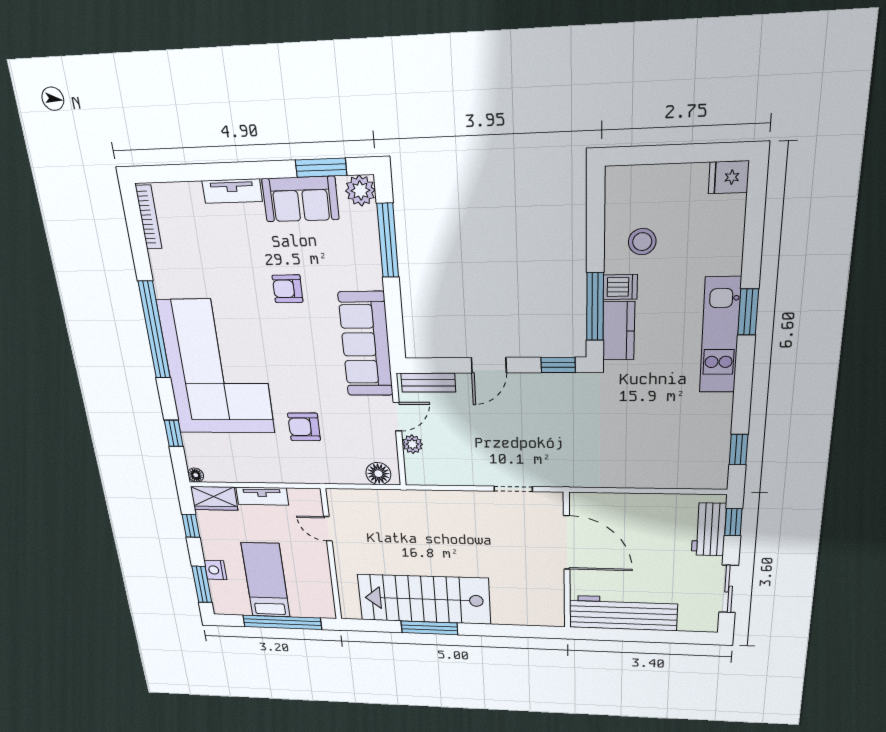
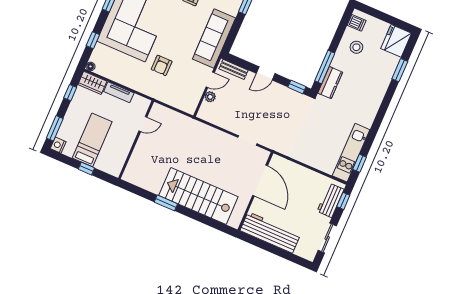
fridge: (729, 177) -> (396, 41), width x1.88, depth x1.34
dishwasher: (620, 287) -> (357, 23), moved
window: (748, 312) -> (400, 70), moved
kitchen unit: (720, 336) -> (351, 153), moved
armchair: (304, 427) -> (162, 65), turned -90
floor lamp: (378, 474) -> (185, 105), removed
door: (328, 529) -> (143, 124), swing flipped
nightstand: (215, 570) -> (58, 145), moved
stairs: (424, 599) -> (198, 196), moved
window: (282, 622) -> (86, 169), width x0.32
window: (429, 628) -> (166, 203), width x0.69

